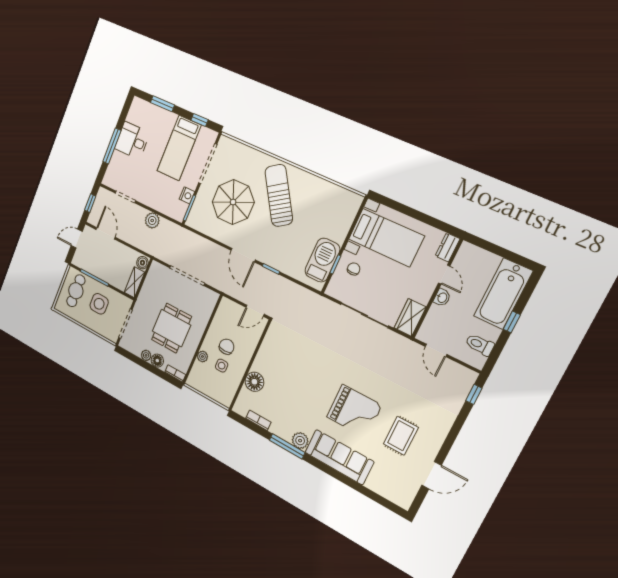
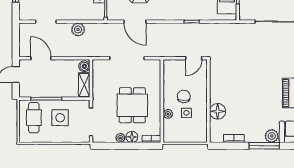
window: (90, 203) -> (16, 40), removed
door: (243, 255) -> (135, 22), moved

